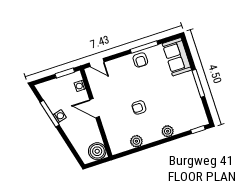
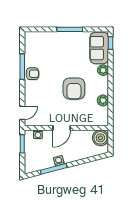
sofa: (177, 57) -> (99, 48), moved, turned 90
armchair: (139, 107) -> (74, 89), width x1.88, depth x1.88

